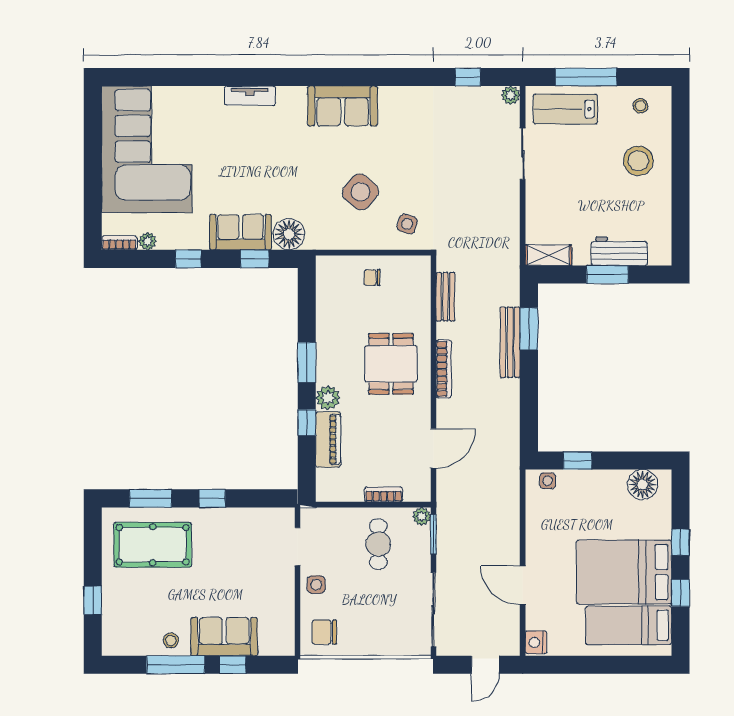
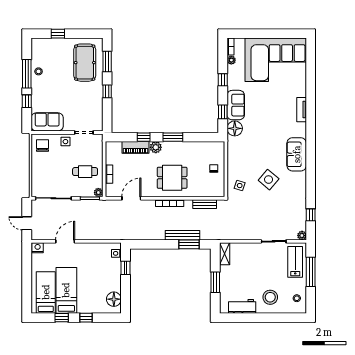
side table: (360, 192) -> (269, 180), moved
workbench: (619, 251) -> (242, 306), moved, turned -90
door: (433, 448) -> (131, 198), swing flipped
bed: (624, 572) -> (66, 290), width x0.67
sofa: (224, 637) -> (47, 122), moved, turned -90

